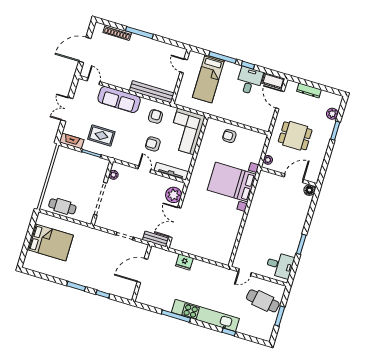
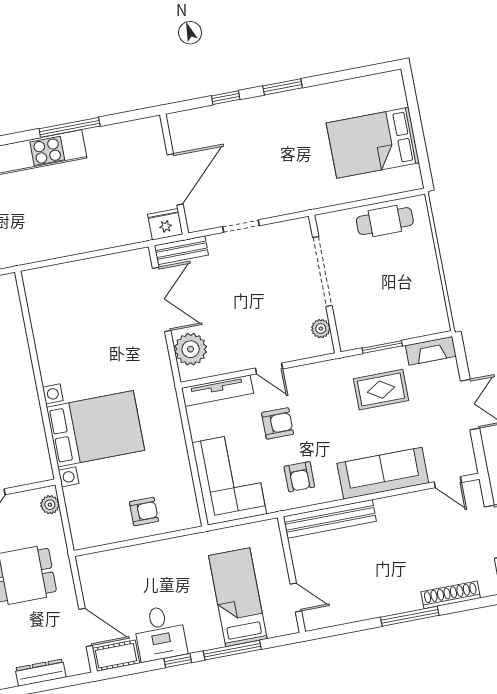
fridge: (184, 262) -> (165, 224), moved

